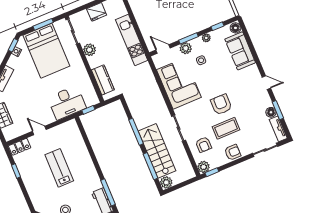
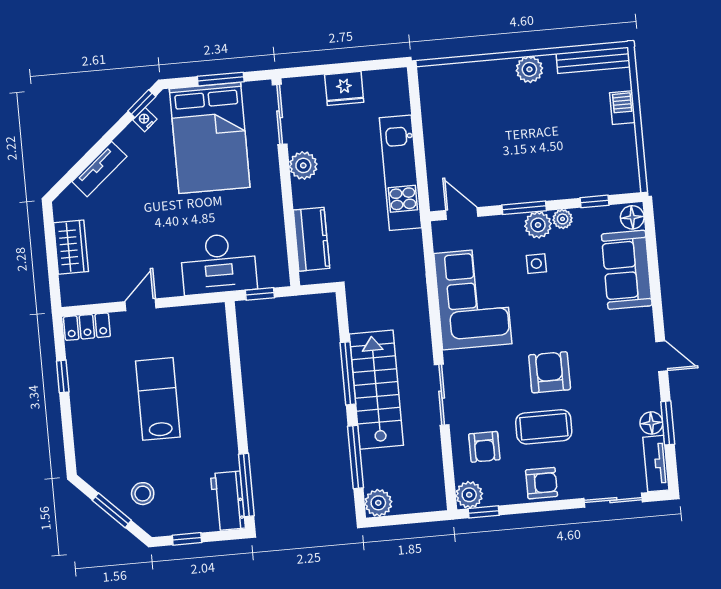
plant: (186, 48) -> (538, 225), moved
door: (39, 130) -> (141, 305), hinge flipped
stairs: (157, 151) -> (376, 390), moved

